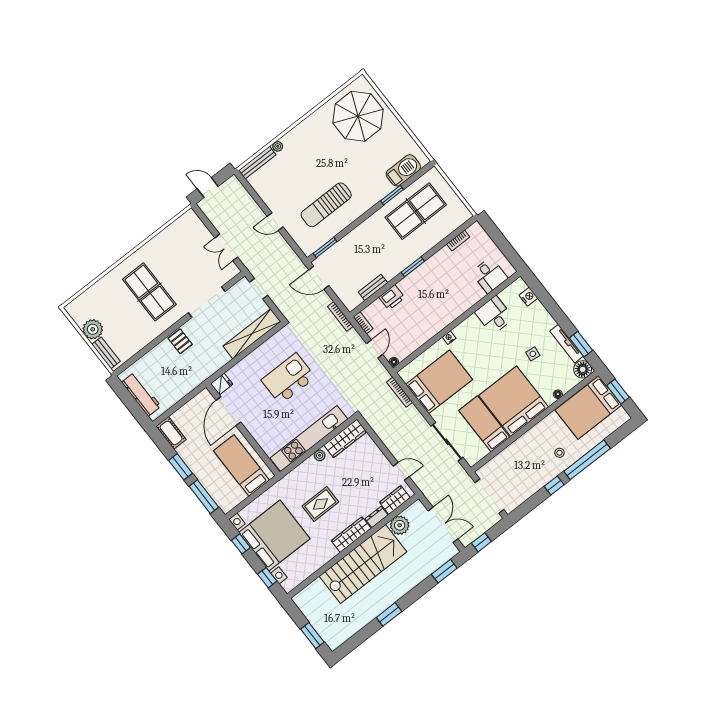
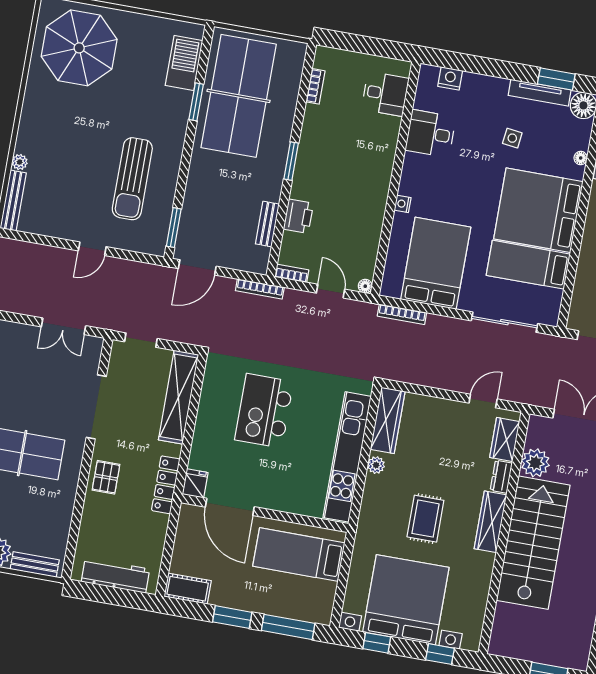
table tennis table: (416, 211) -> (239, 96), width x1.36, depth x1.32
pallet: (180, 341) -> (106, 477), turned 90
locker: (206, 372) -> (166, 485), added

